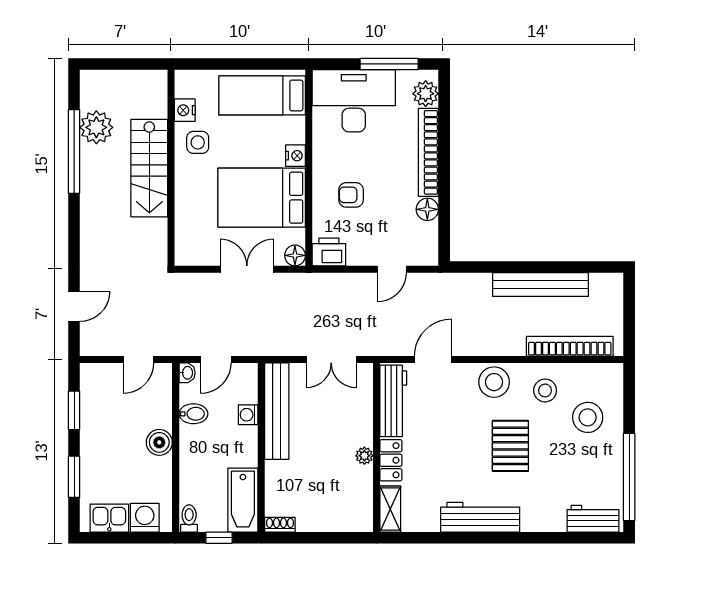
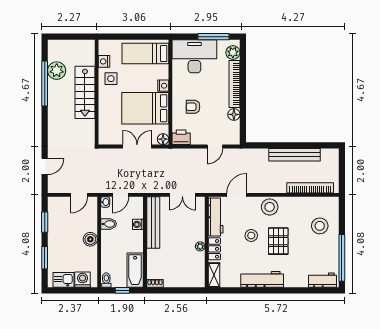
stool: (545, 390) -> (251, 236), moved

